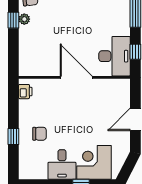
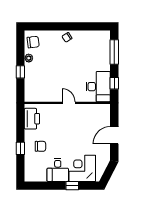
window: (13, 20) -> (20, 72), moved
door: (76, 77) -> (69, 103), width x0.53
printer: (25, 92) -> (32, 119), width x1.87, depth x1.48

